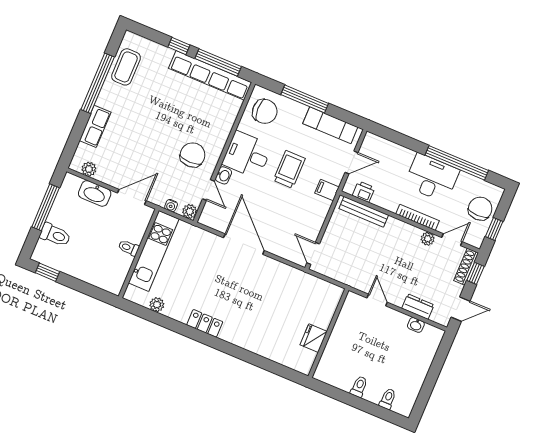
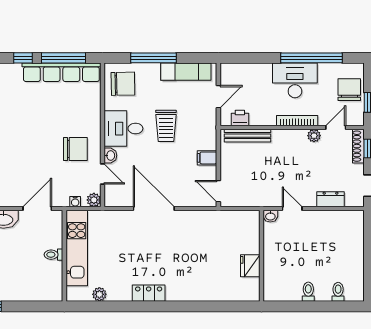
chair: (193, 155) -> (75, 149), turned 90
trolley: (289, 169) -> (166, 126), turned 180
filing cabinet: (327, 190) -> (207, 158), moved
washbasin: (416, 325) -> (270, 216), moved

